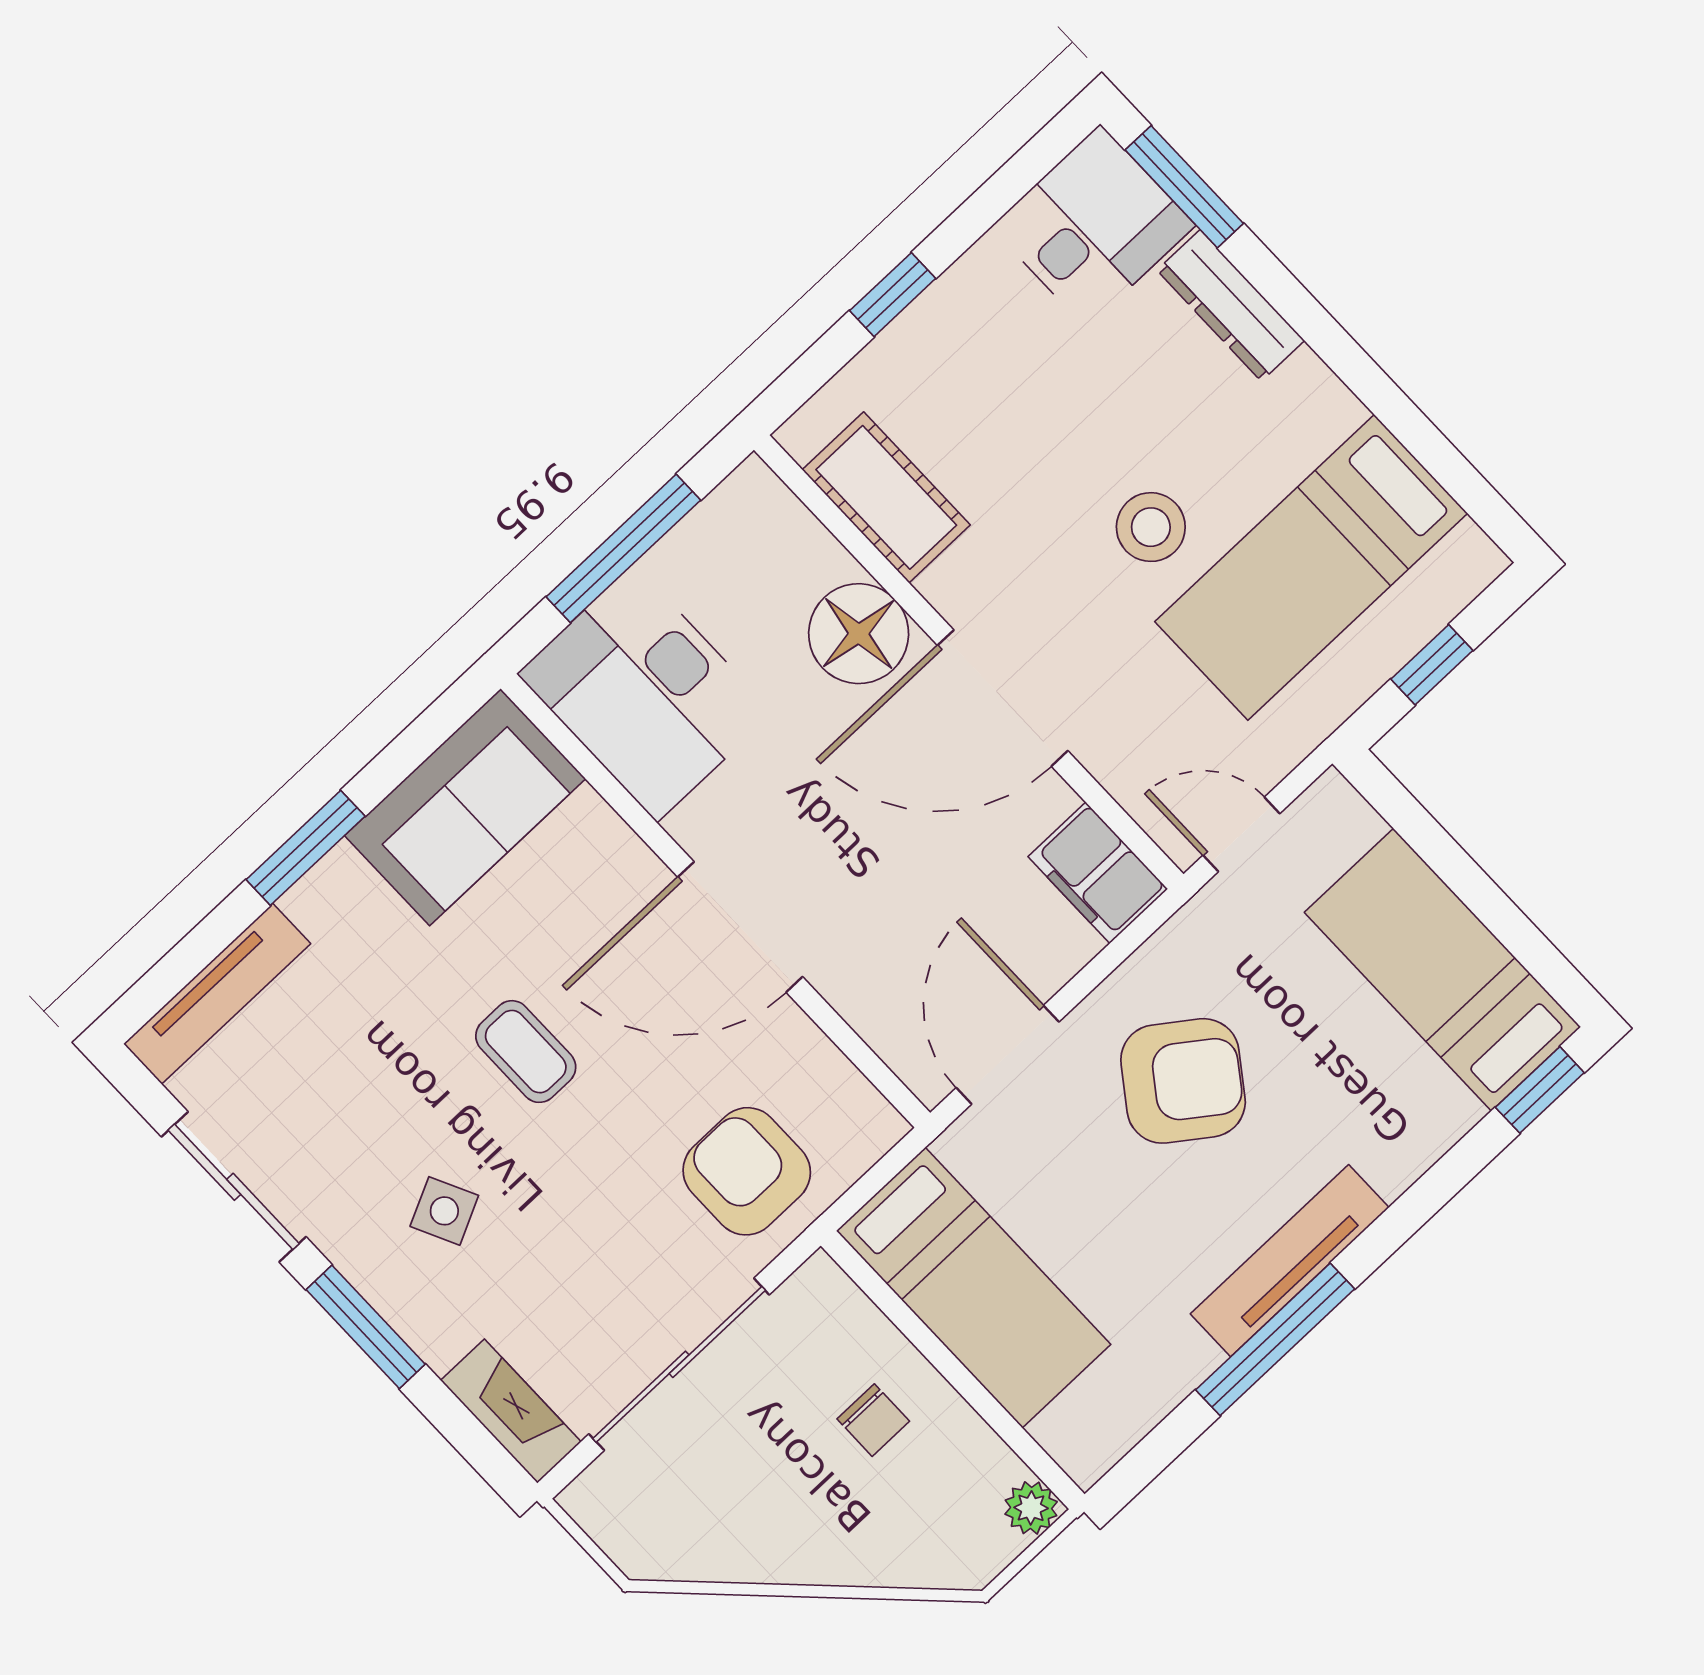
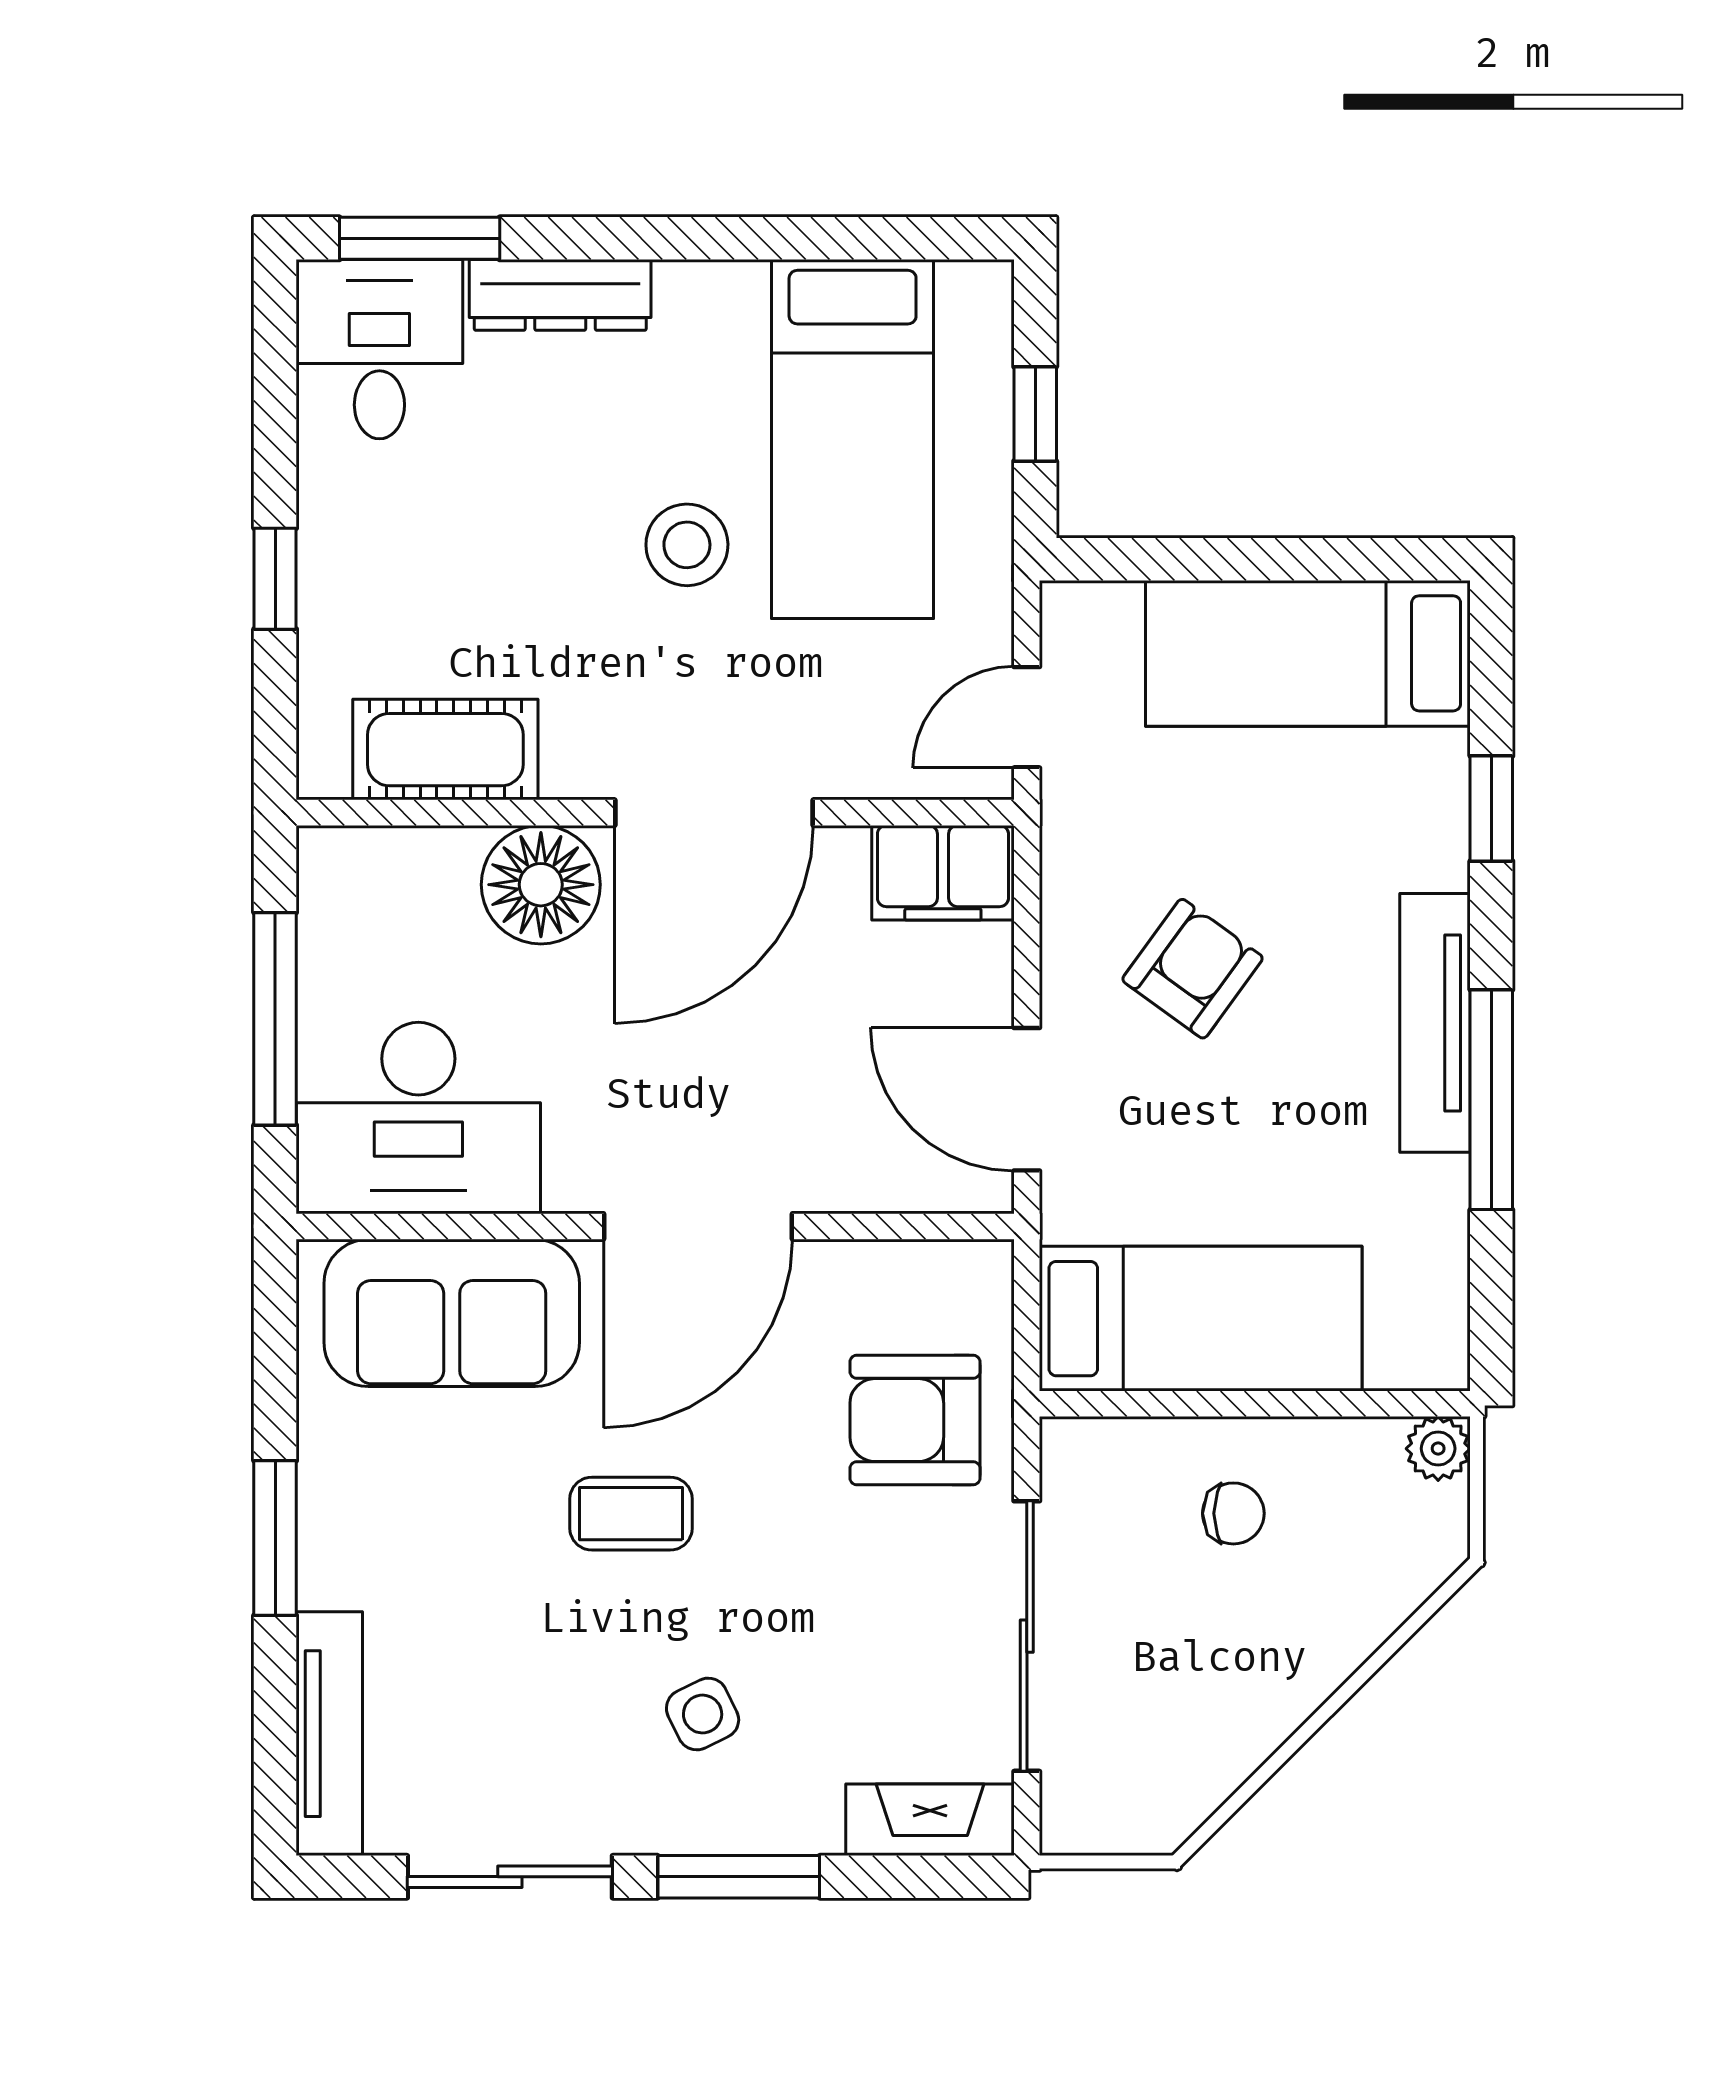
sofa: (465, 807) -> (452, 1313), moved, turned 90
armchair: (1183, 1081) -> (1193, 969), width x0.72, depth x0.72
window: (1540, 1090) -> (1491, 809), moved

